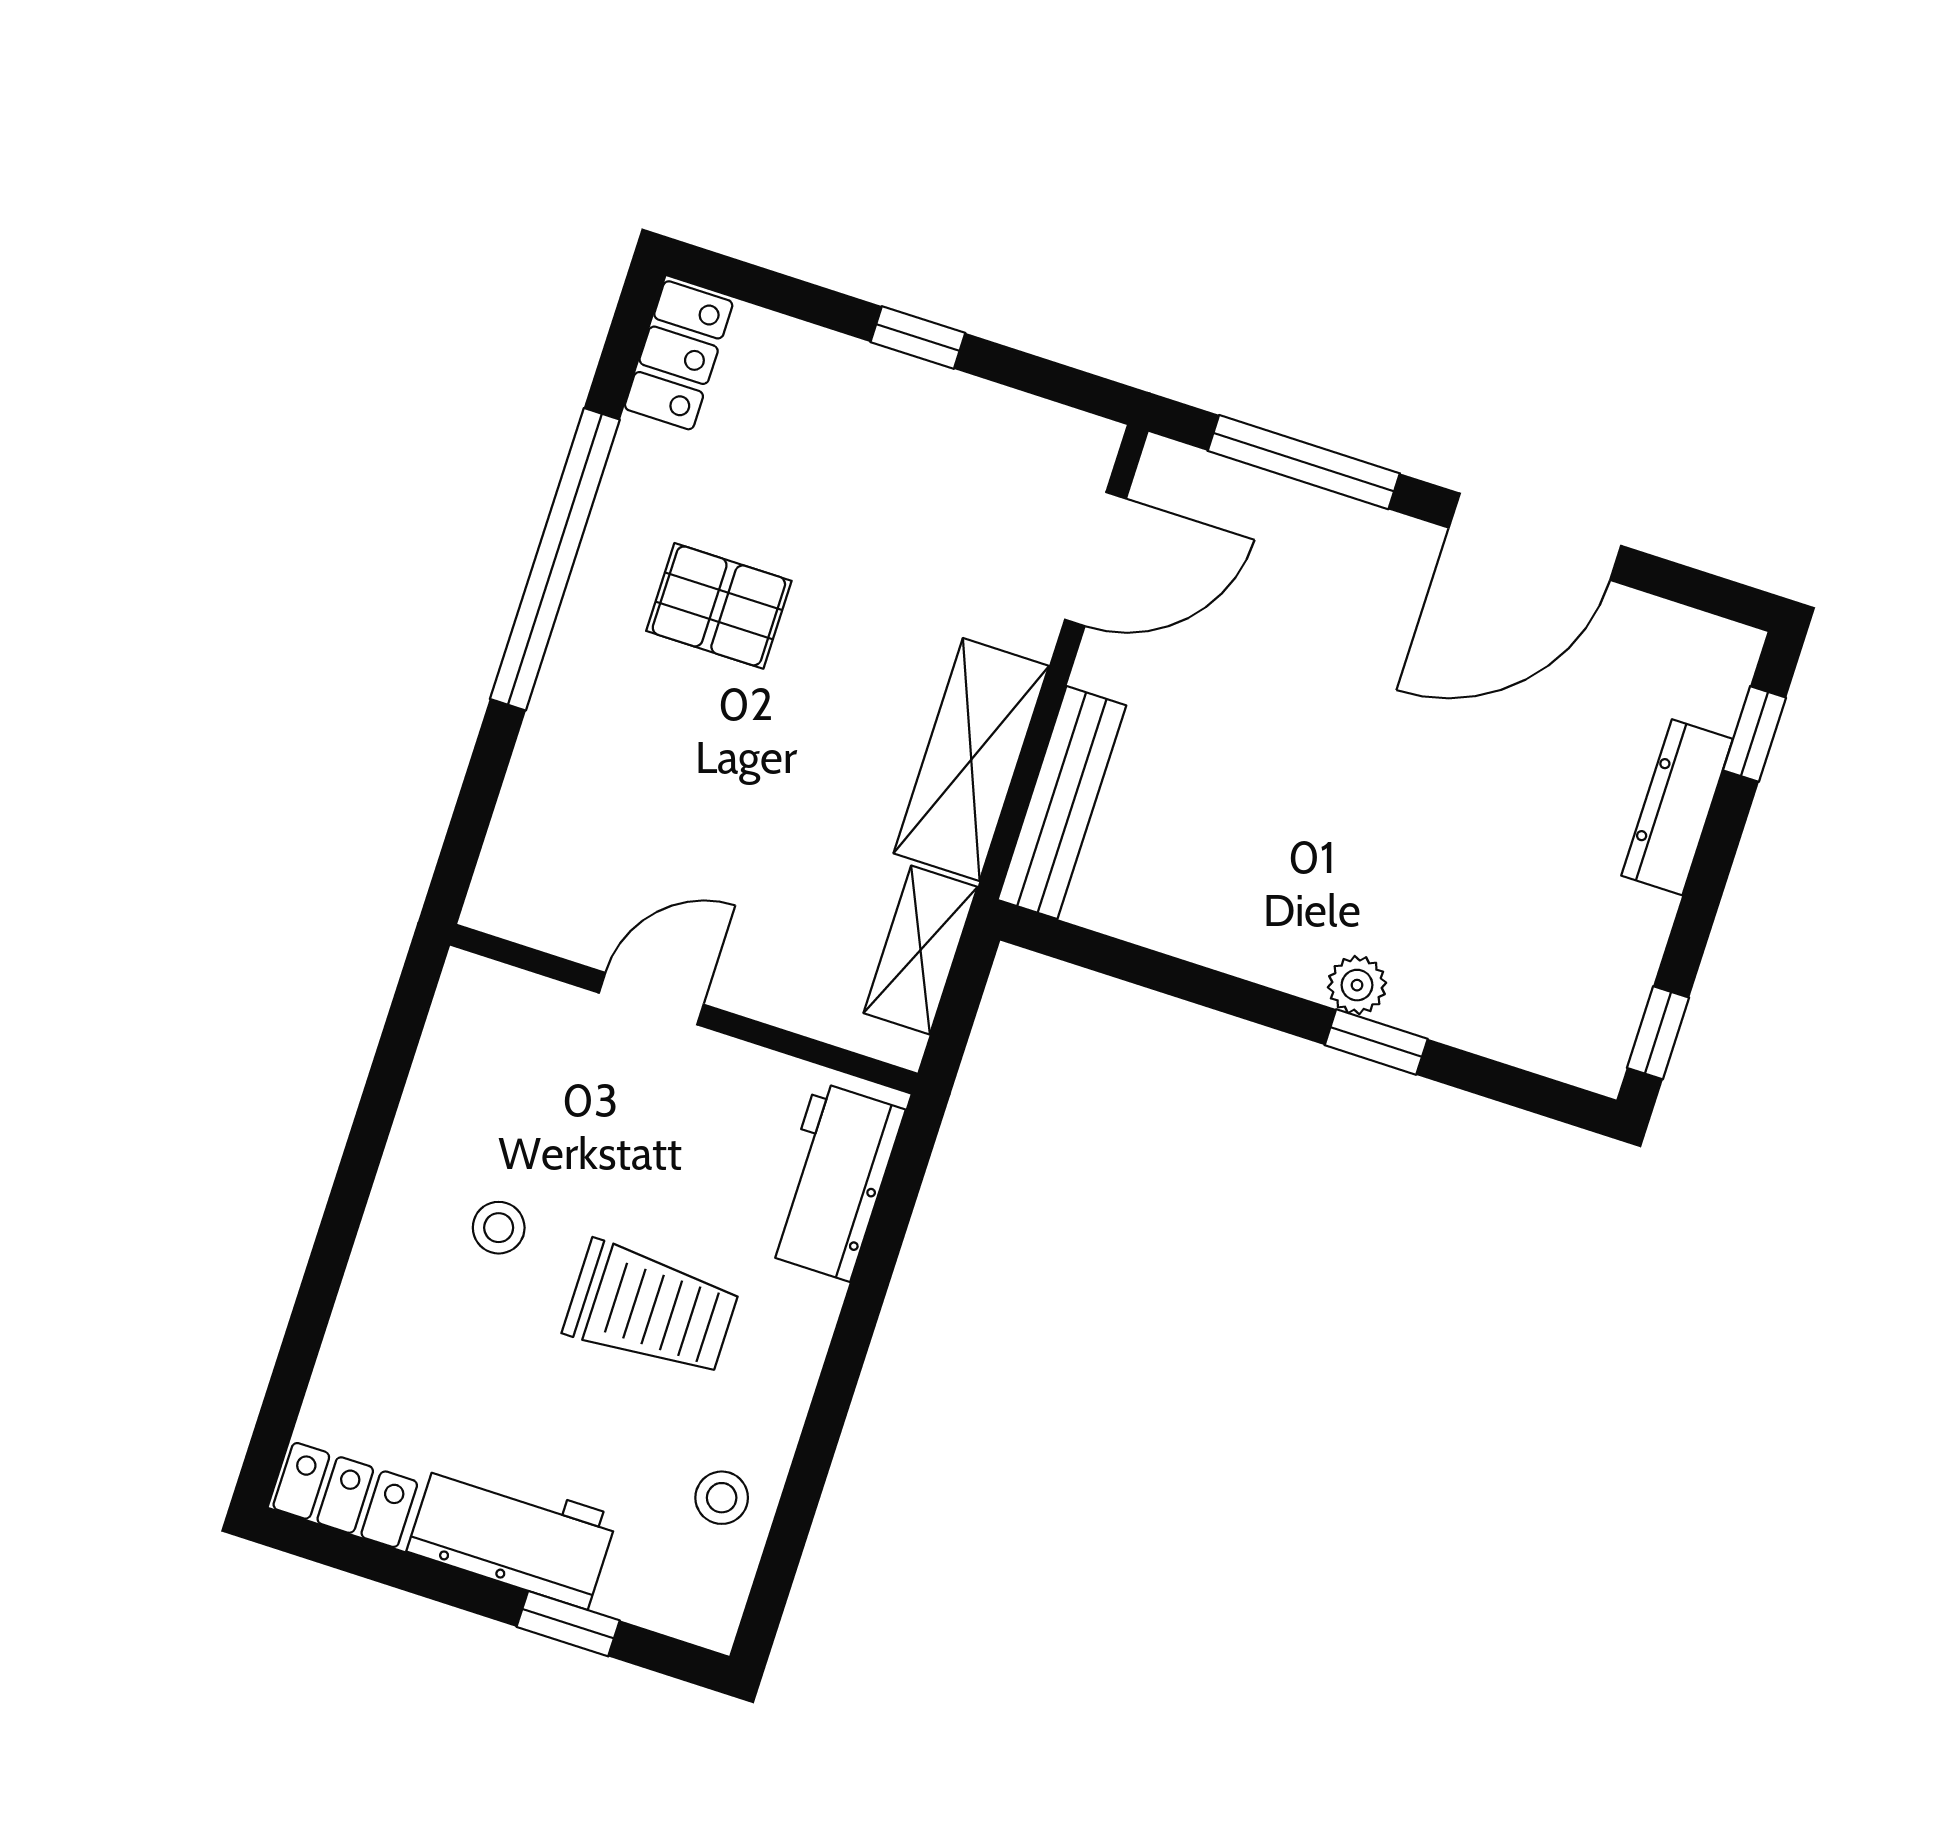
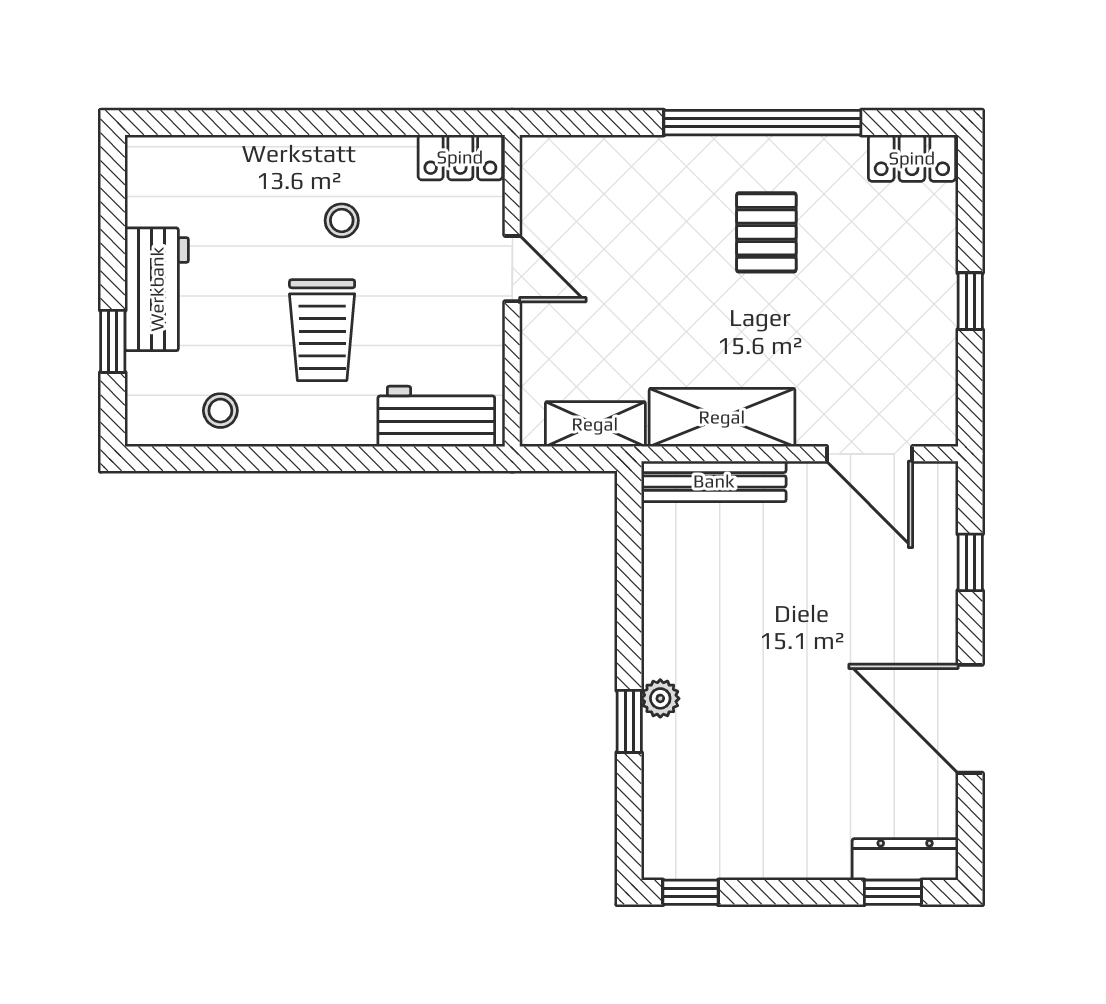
window: (1304, 462) -> (970, 562), width x0.46
dresser: (1677, 807) -> (905, 859), moved
locker: (345, 1495) -> (460, 157), moved, turned 90

